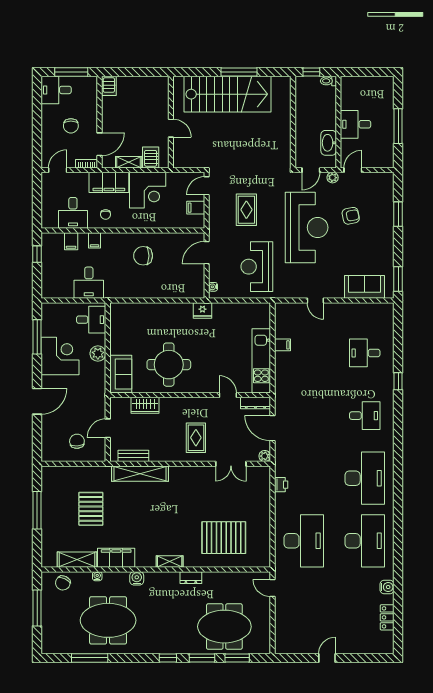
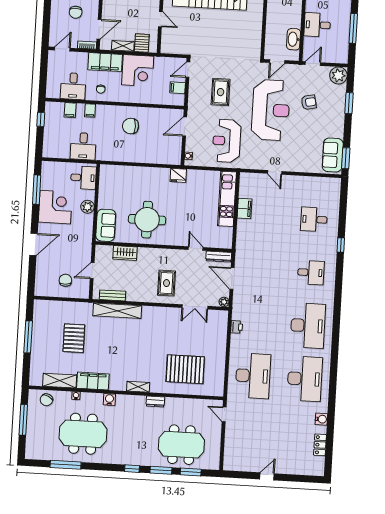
plant: (333, 178) -> (338, 75), moved, width x1.88, depth x1.88
sofa: (364, 287) -> (333, 155), moved, turned -90
filing cabinet: (282, 345) -> (244, 208), width x2.00
kitchen unit: (261, 361) -> (227, 199), moved

